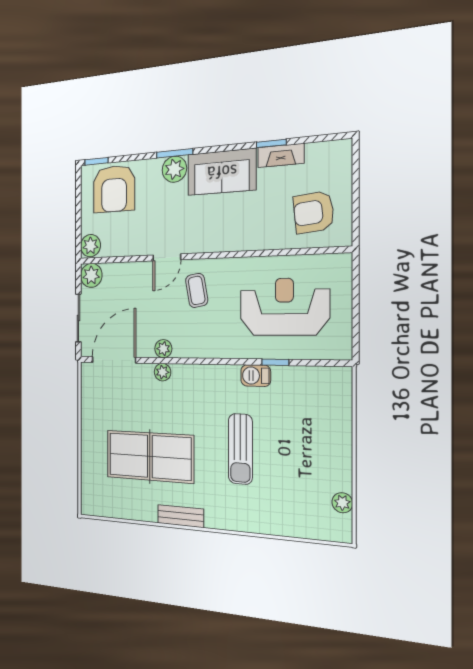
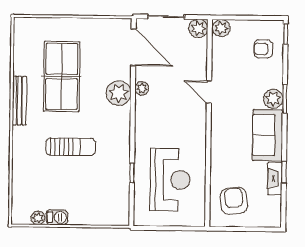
armchair: (114, 189) -> (263, 49), width x0.53, depth x0.53
coffee table: (197, 290) -> (184, 115), removed
plant: (163, 372) -> (119, 93), width x1.87, depth x1.87
barbecue: (256, 376) -> (57, 217), moved, turned 90
sun lounger: (240, 449) -> (71, 147), turned 180
bench: (181, 516) -> (19, 101), width x1.36

